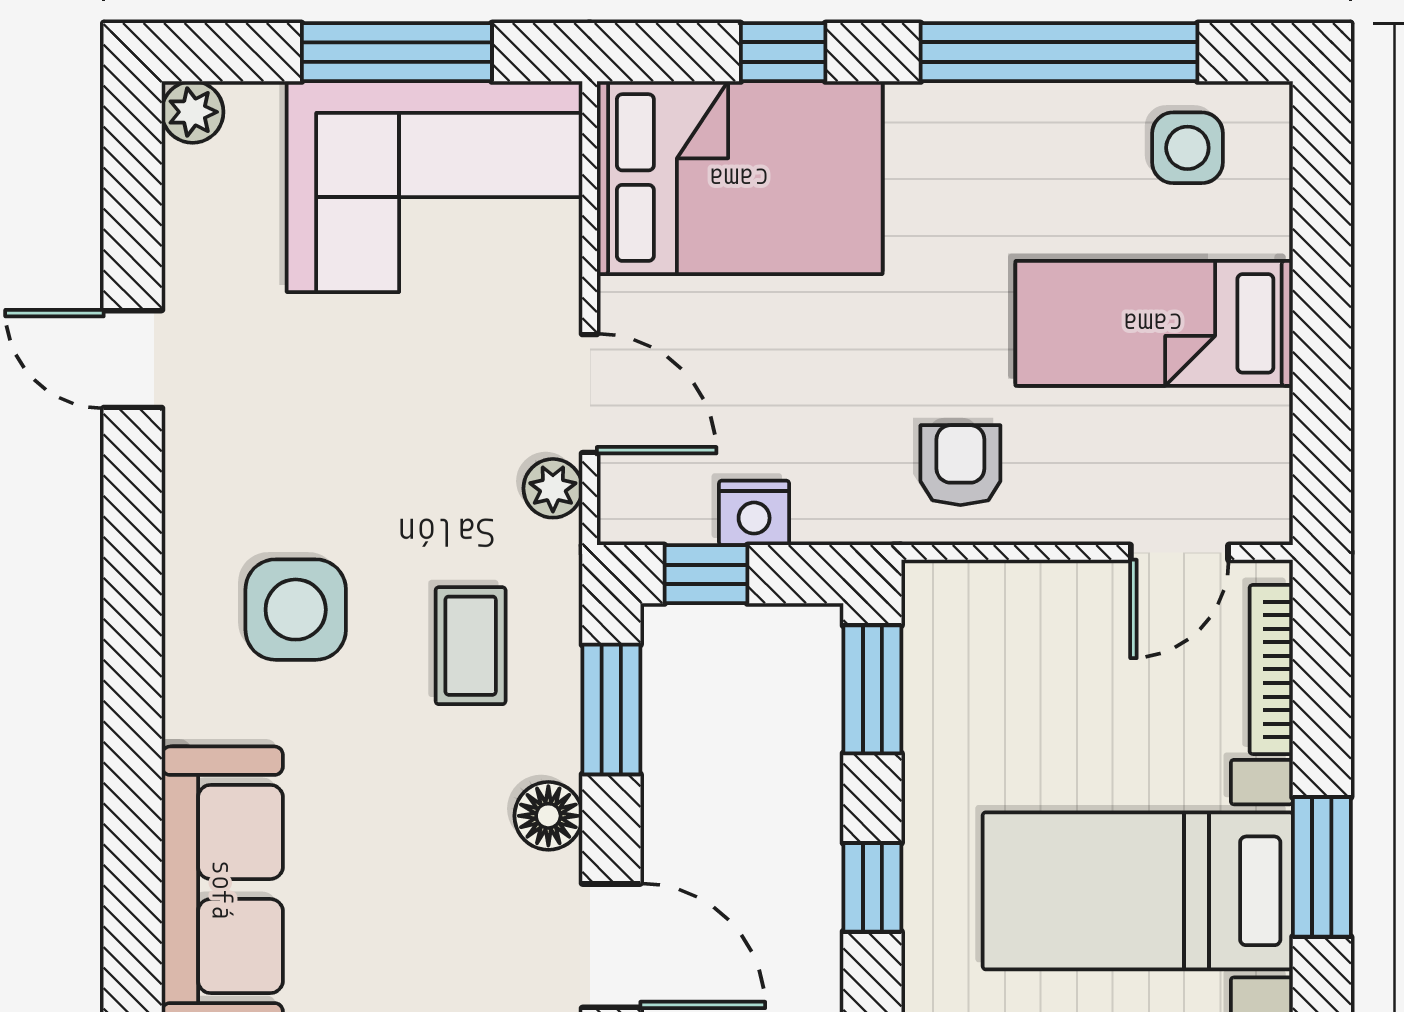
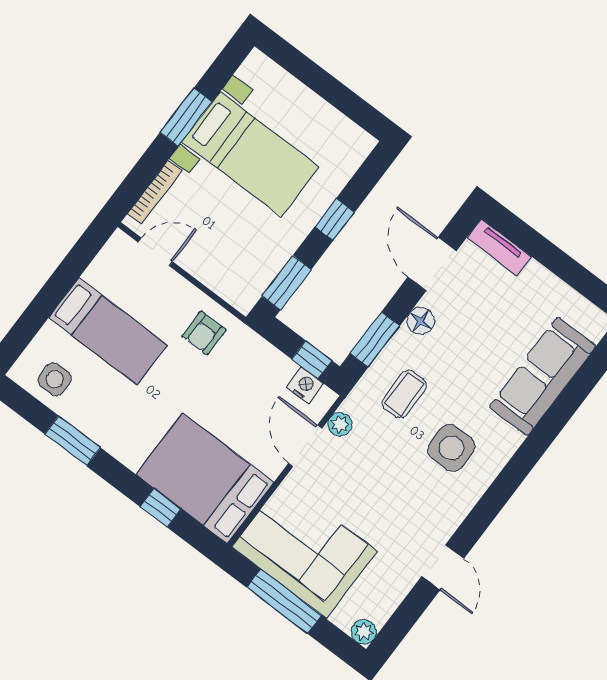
window: (1059, 52) -> (73, 441), width x0.47
nightstand: (754, 513) -> (305, 385), moved

